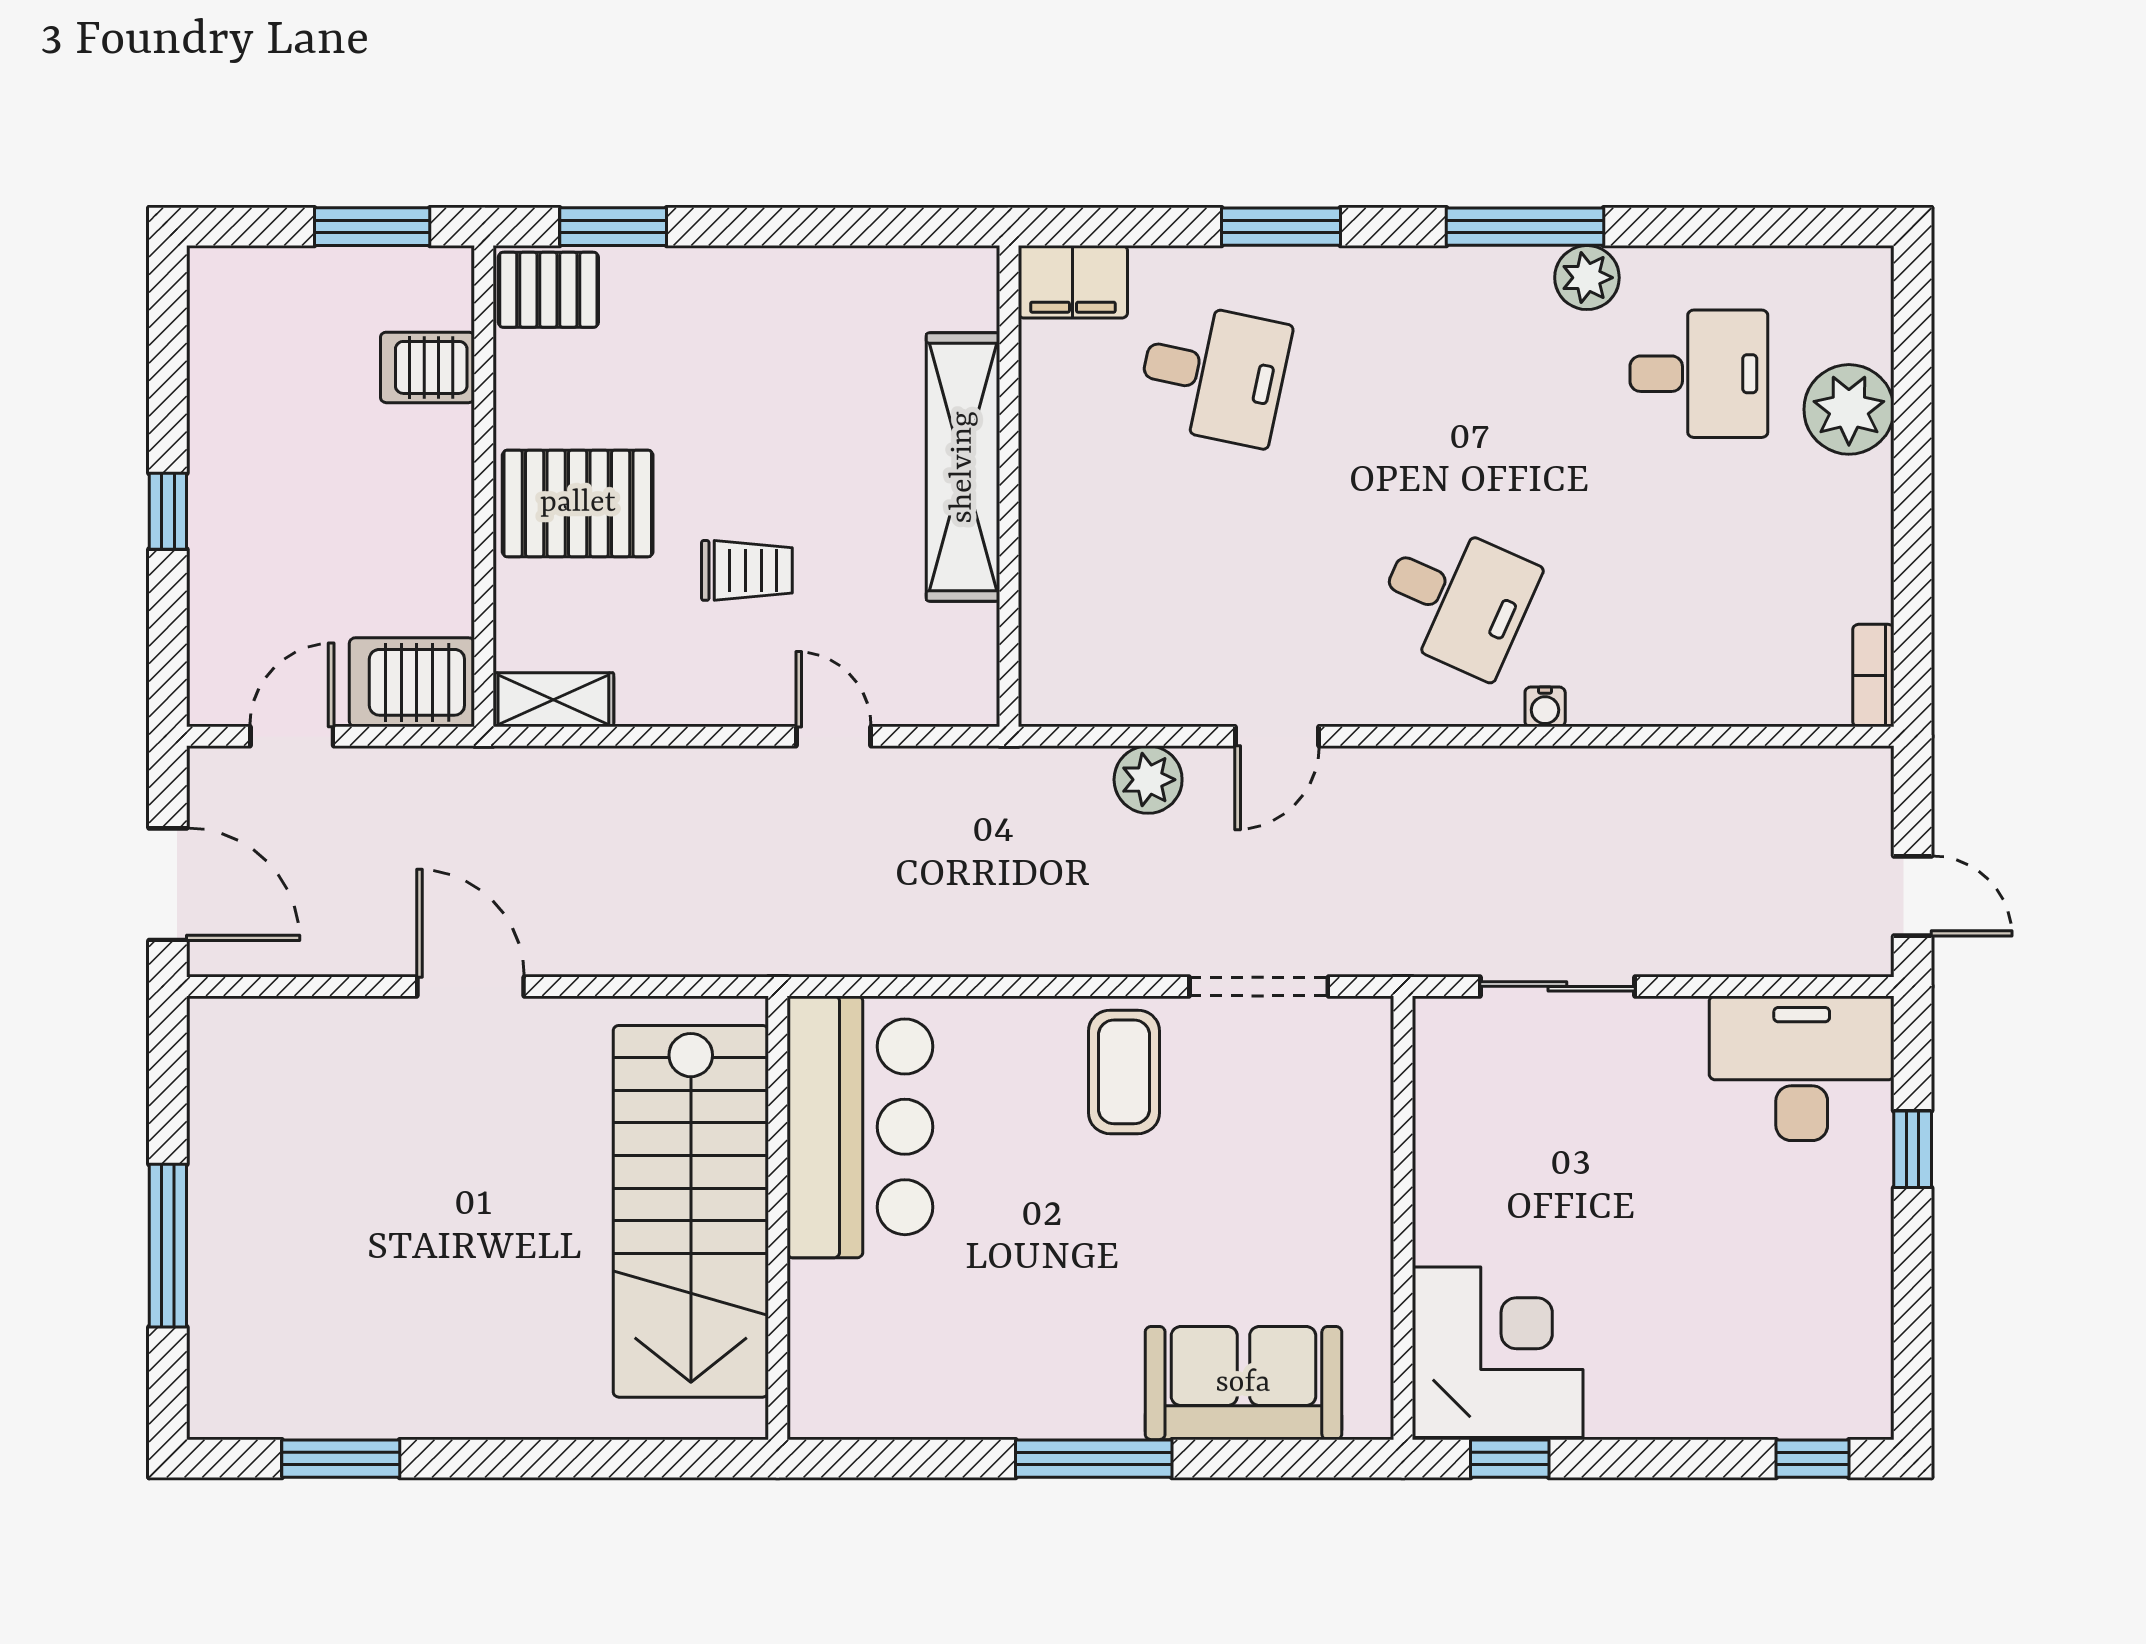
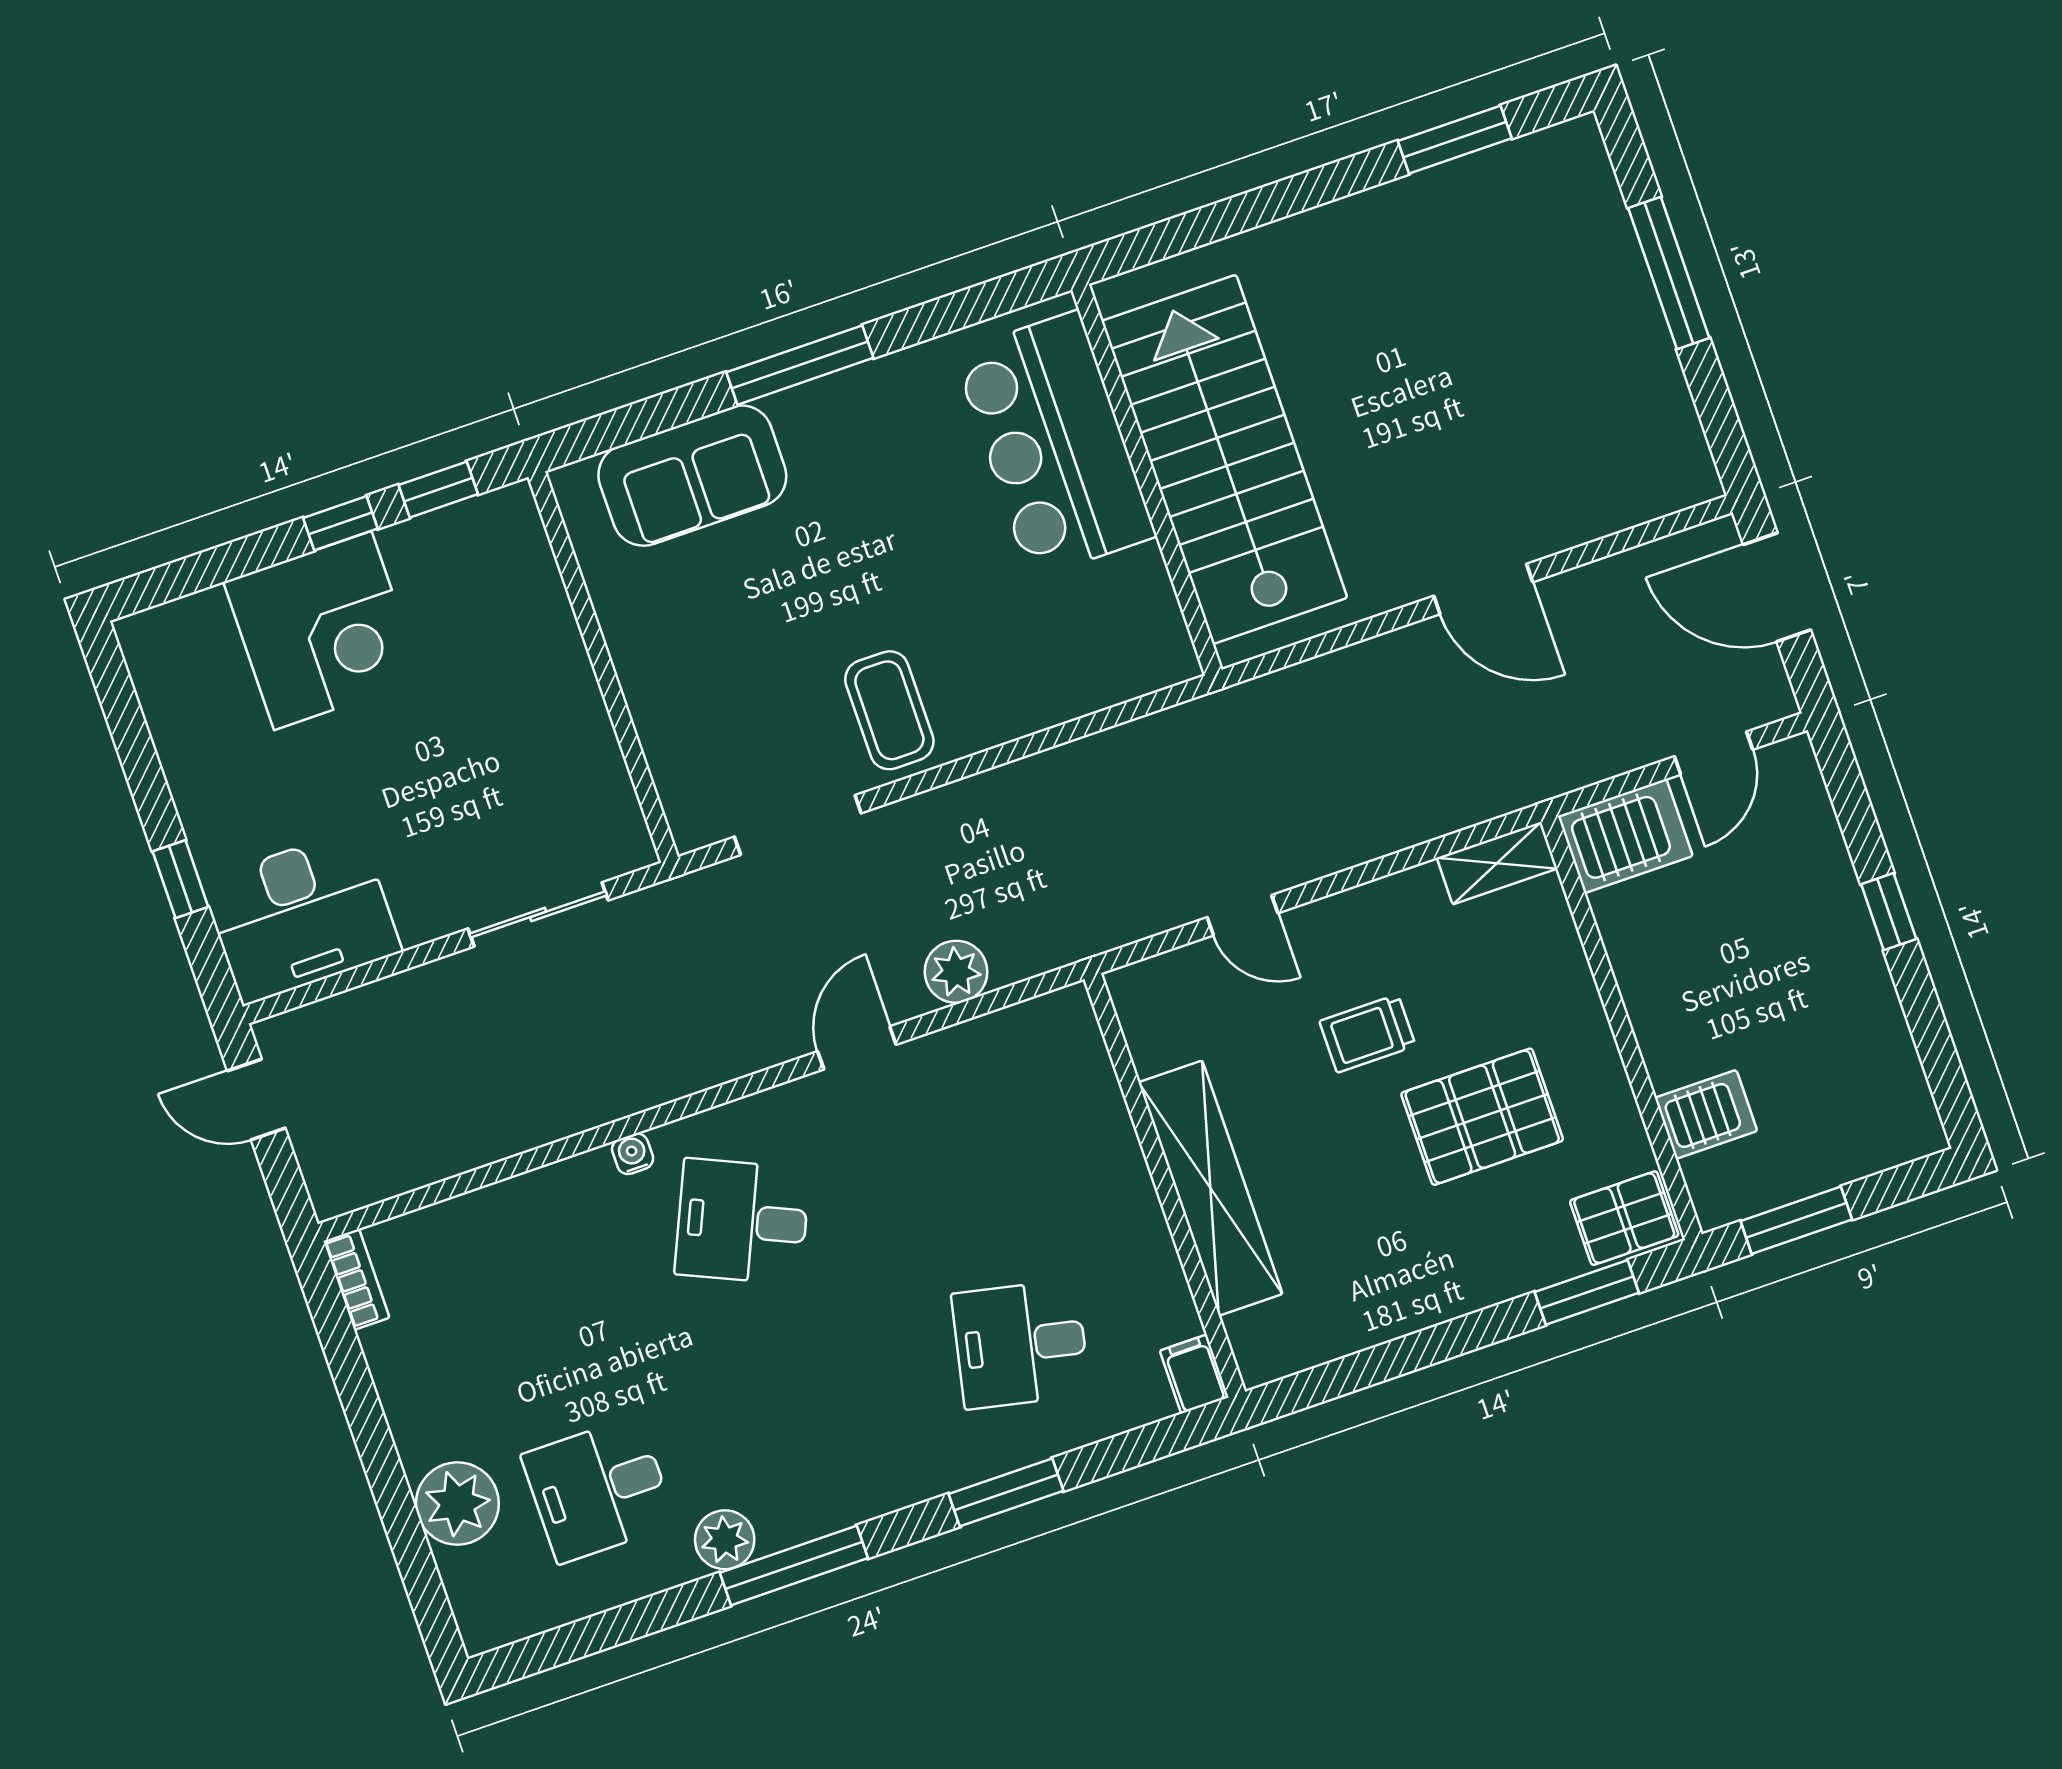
filing cabinet: (1073, 282) -> (1194, 1374), width x0.50
pallet: (578, 503) -> (1482, 1117), moved
bar counter: (860, 1127) -> (1055, 444), moved
corner desk: (1498, 1352) -> (323, 631), moved, turned -90
window: (1813, 1459) -> (340, 523), moved

